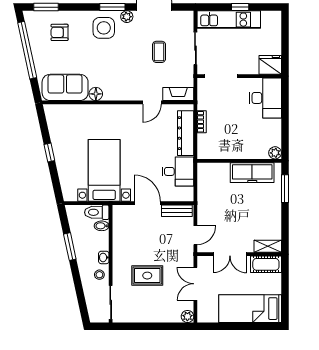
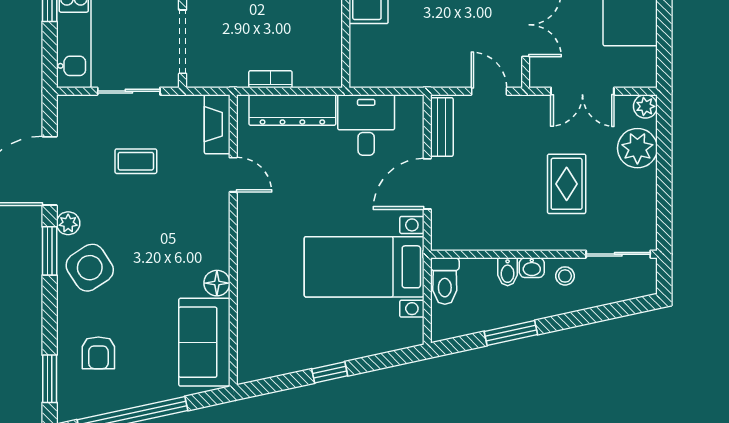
side table: (104, 28) -> (90, 268), turned -33
bidet: (102, 226) -> (508, 272), moved
plant: (166, 312) -> (637, 148), added

